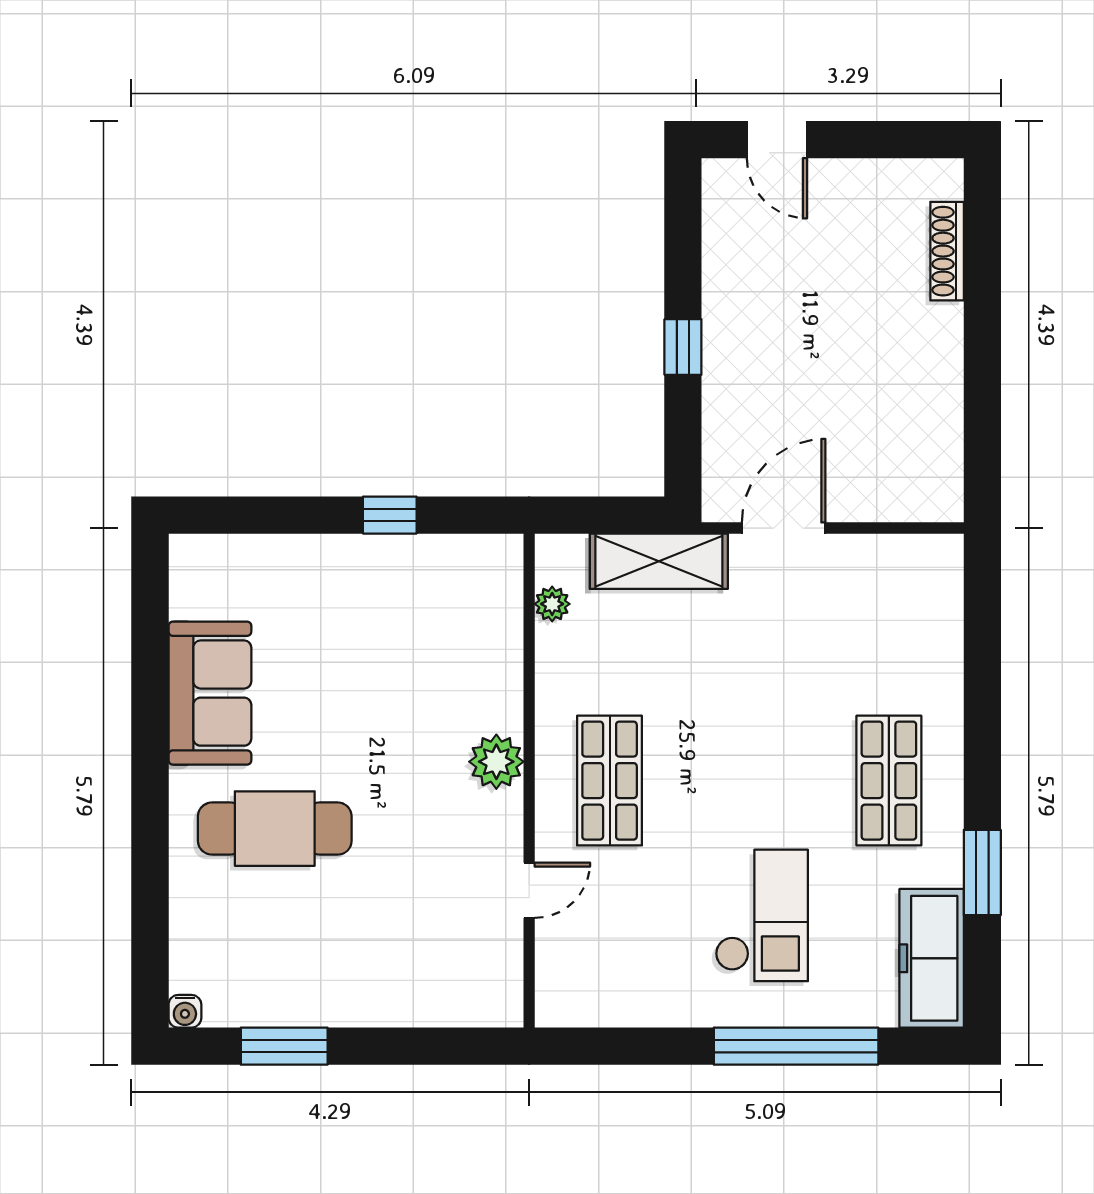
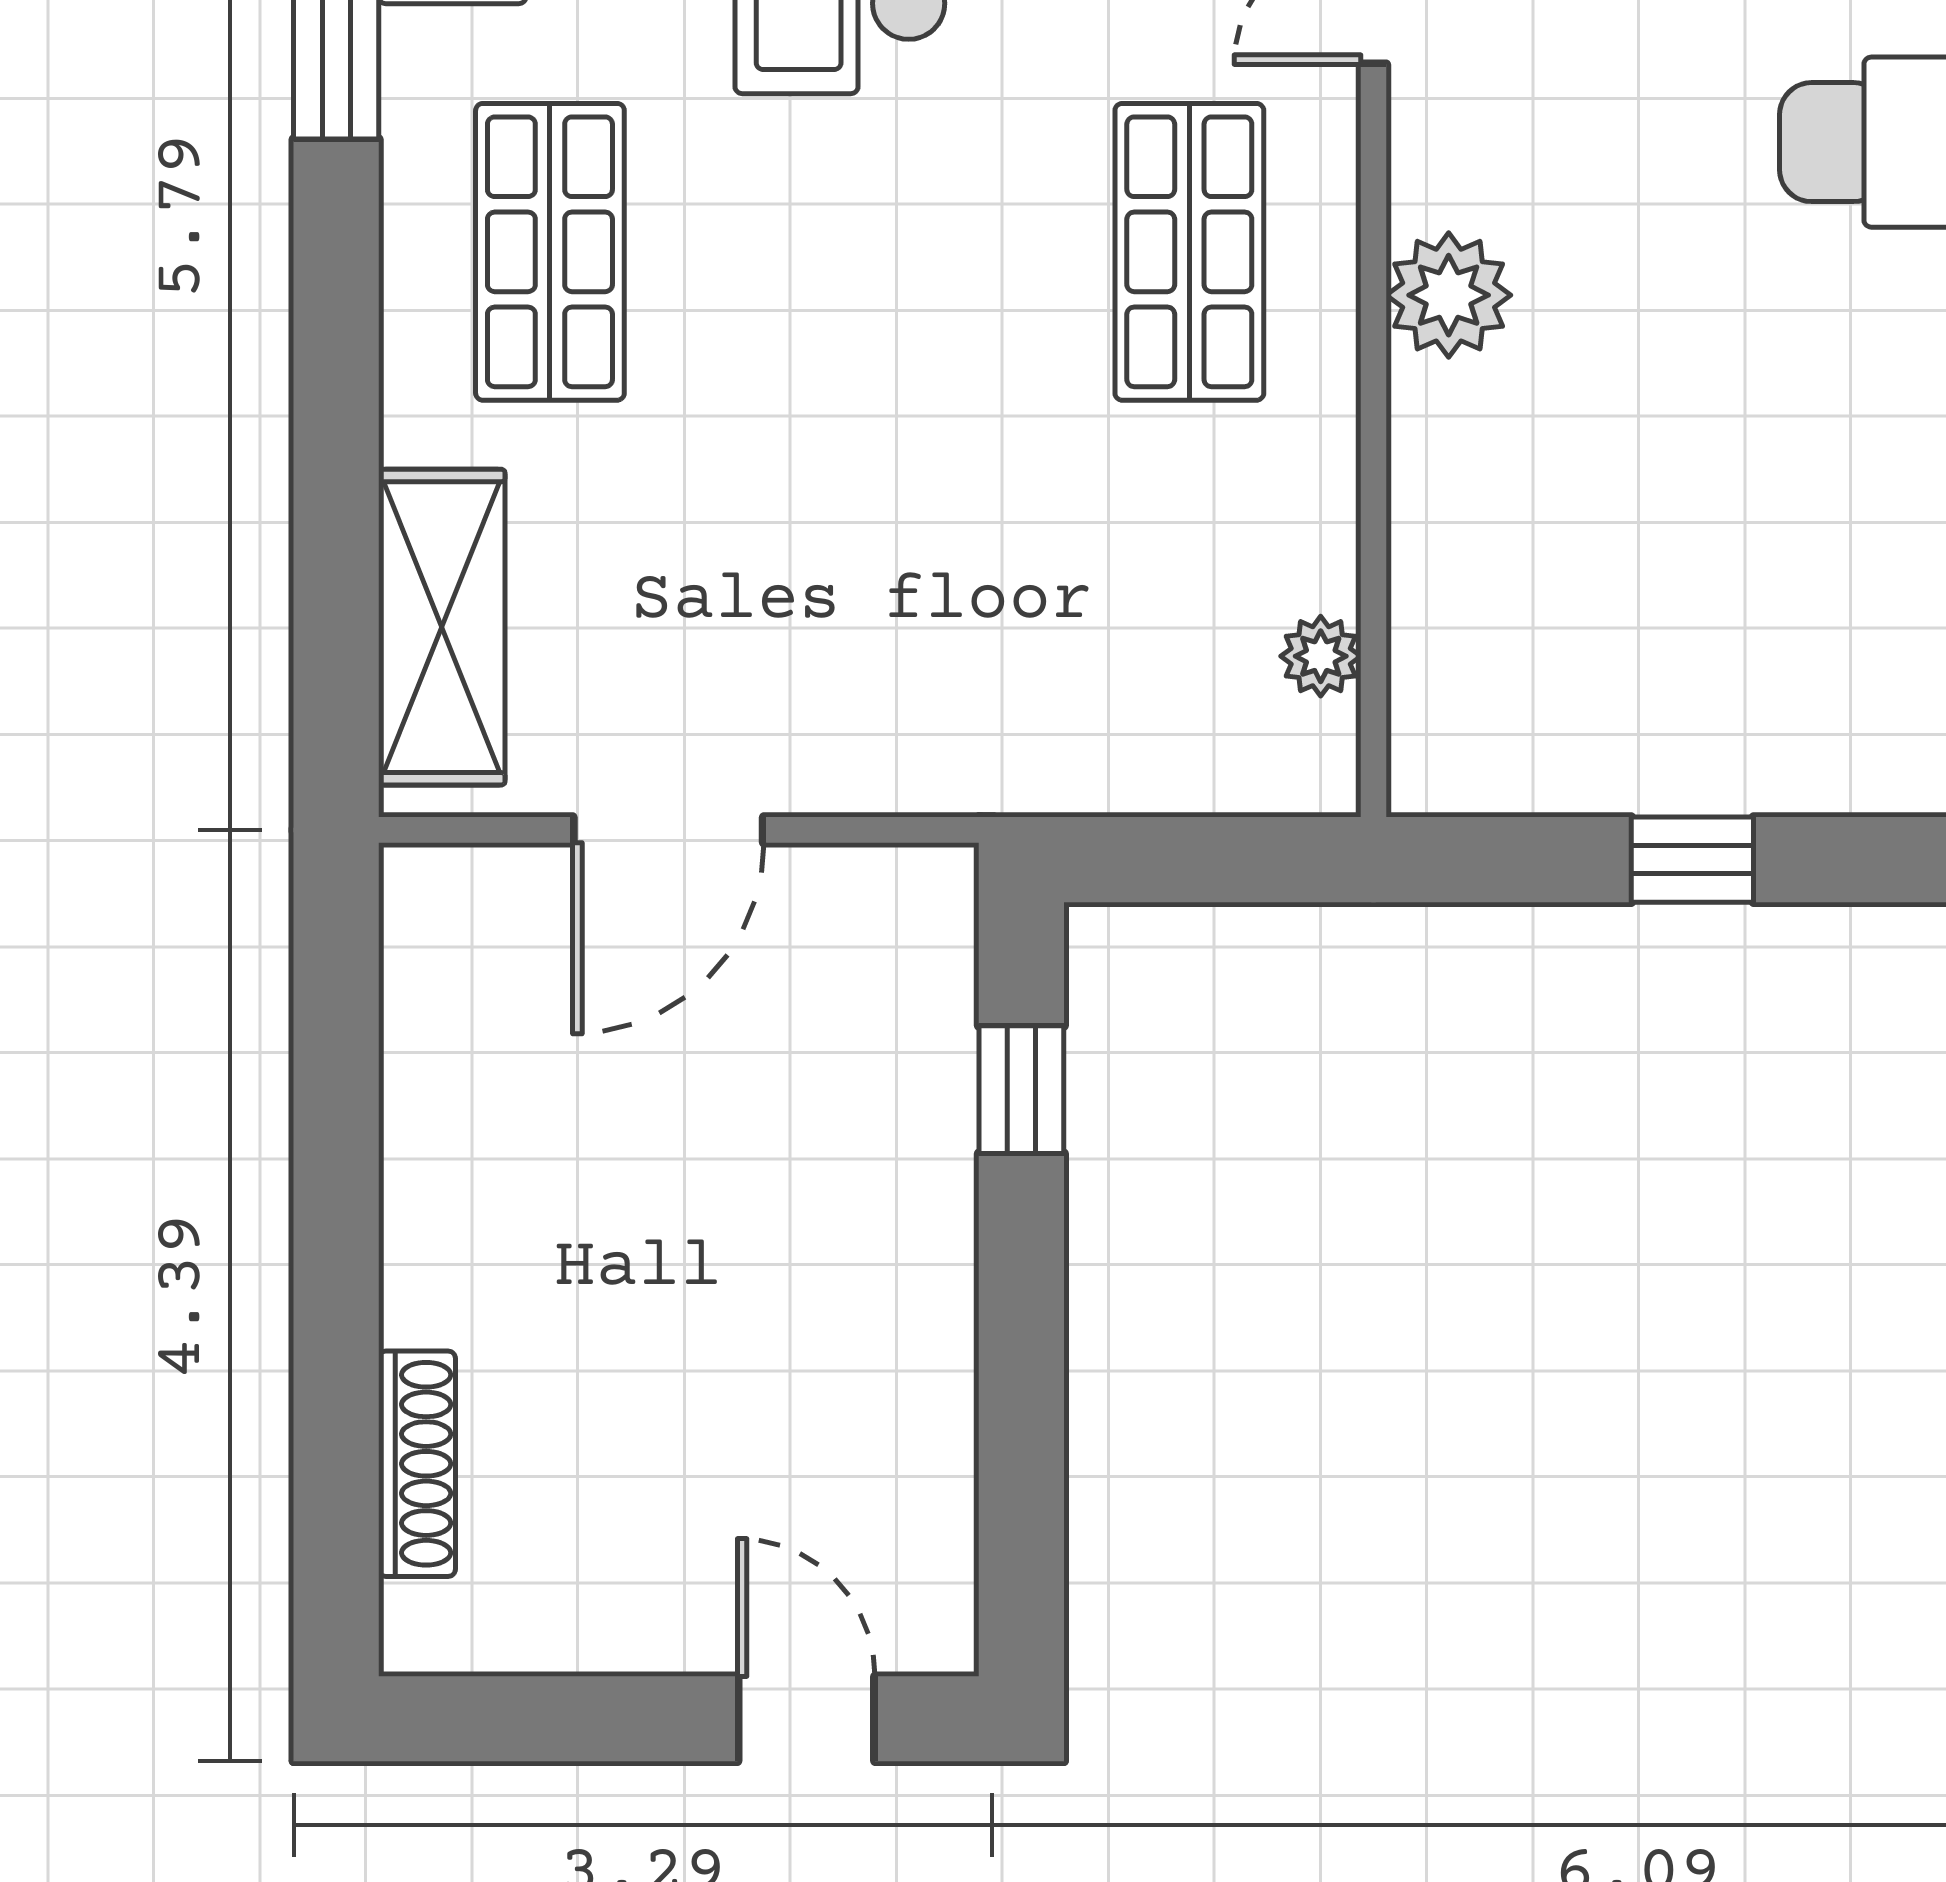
window: (683, 347) -> (1021, 1090), moved
door: (784, 528) -> (668, 830), moved
shelving: (659, 561) -> (442, 627), moved, turned 90

